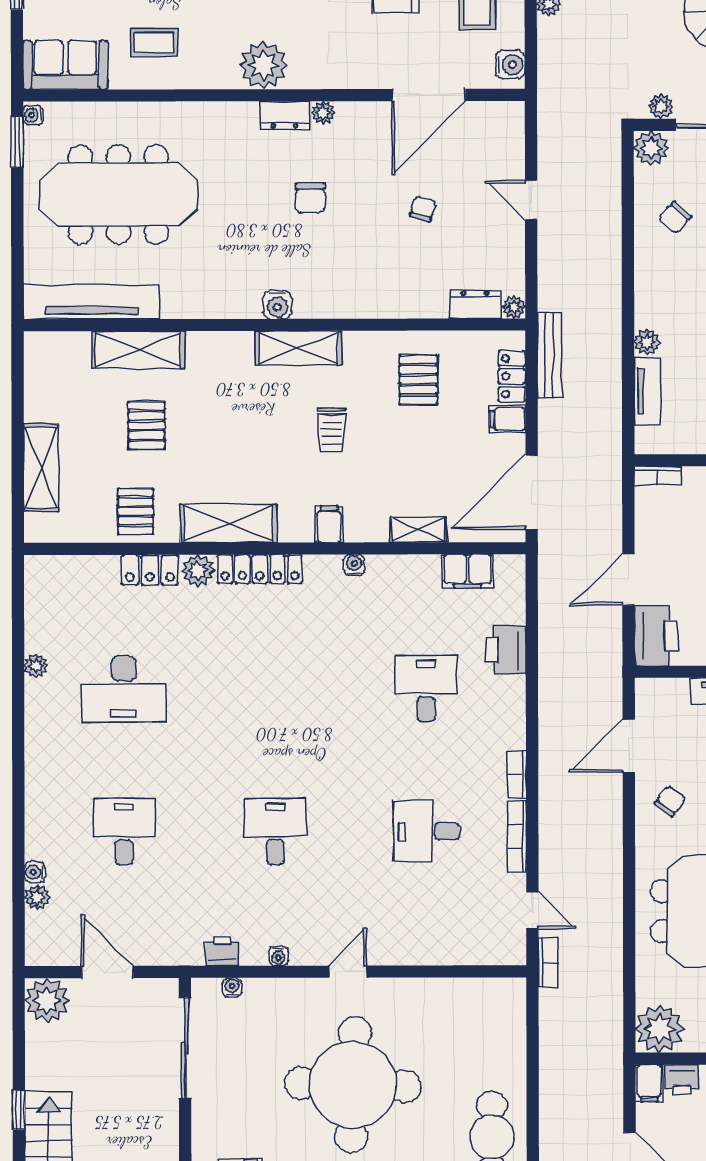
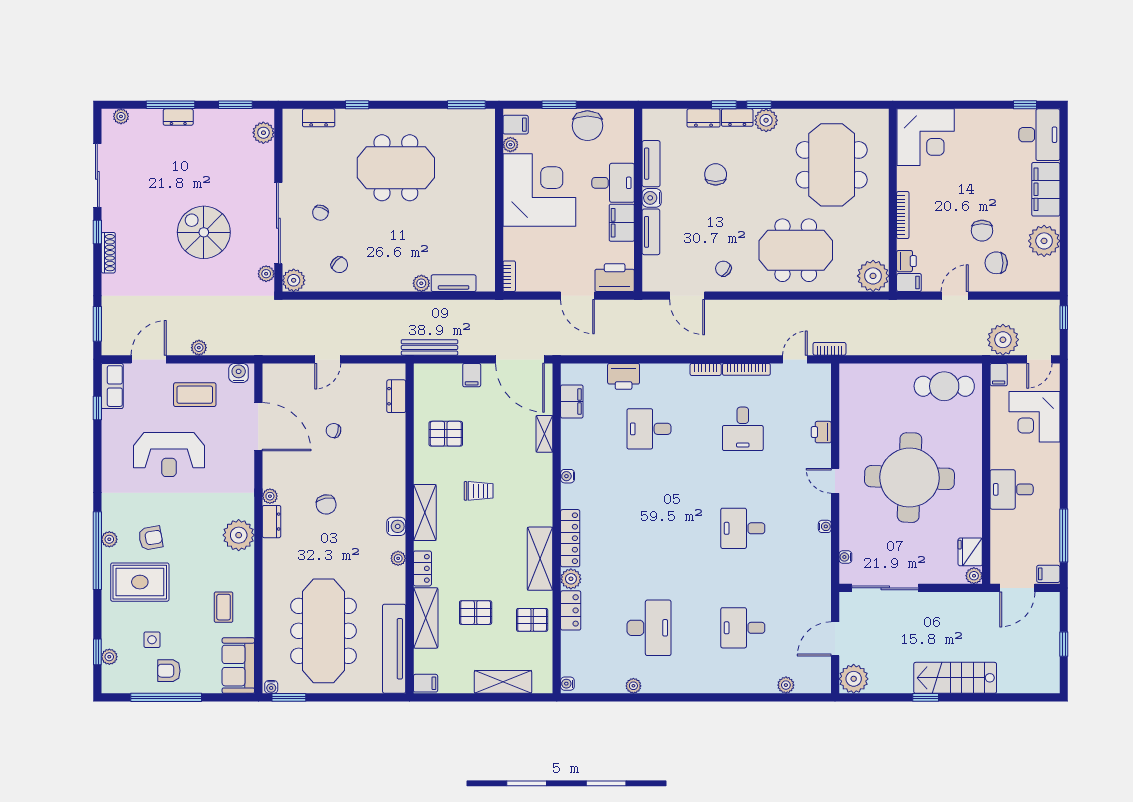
chair: (310, 198) -> (326, 504), turned 78
plant: (514, 307) -> (398, 558), moved
locker: (512, 376) -> (422, 568), moved, turned -90
filing cabinet: (329, 524) -> (426, 683), moved, turned 180
water cooler: (35, 872) -> (567, 684), moved, turned 90
printer: (222, 951) -> (821, 432), moved

